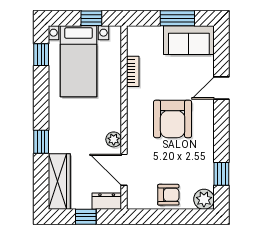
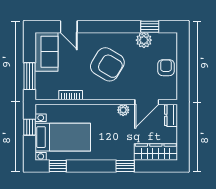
window: (177, 18) -> (30, 76), moved
door: (221, 88) -> (69, 27), moved
armchair: (173, 119) -> (107, 64), turned 31
plant: (204, 199) -> (144, 40), moved
window: (86, 217) -> (183, 131), removed

